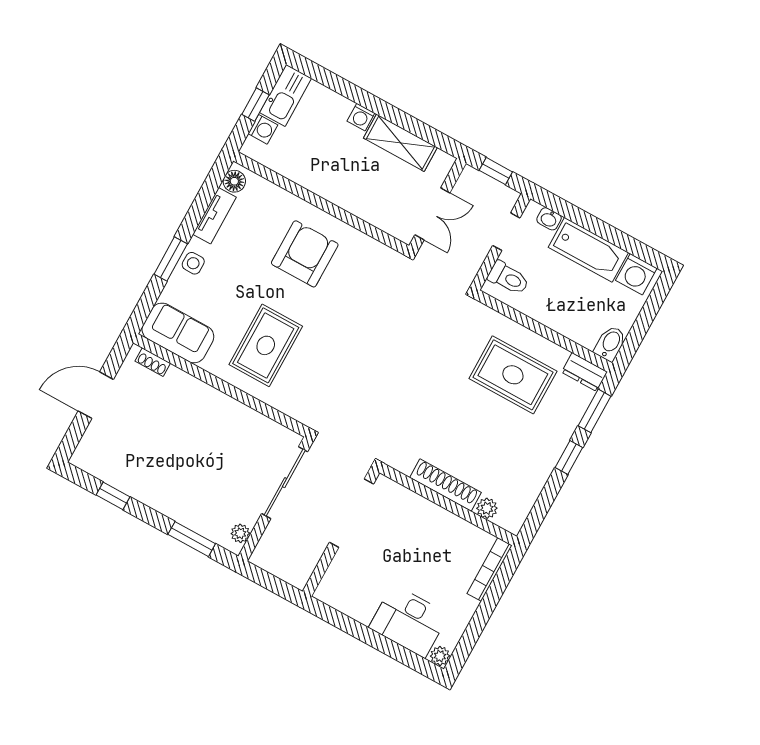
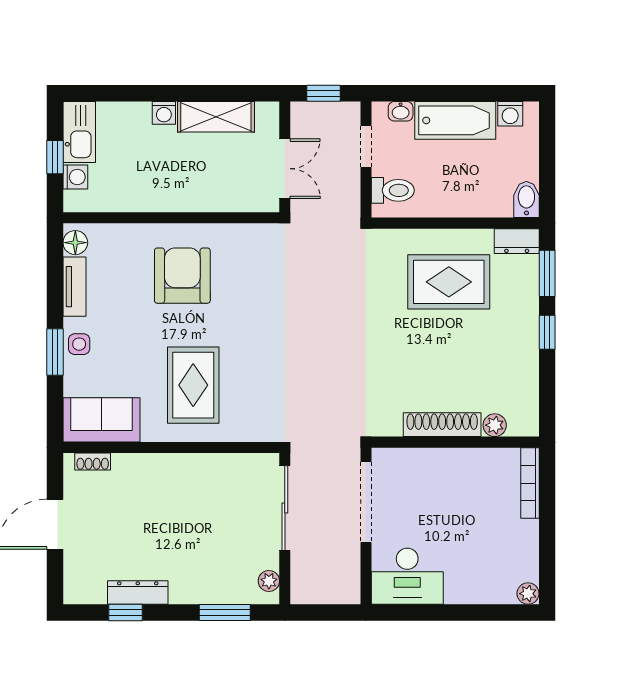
washing machine: (636, 274) -> (510, 114), width x0.73, depth x0.73
dresser: (131, 485) -> (138, 593), added
desk: (409, 621) -> (407, 576), moved

